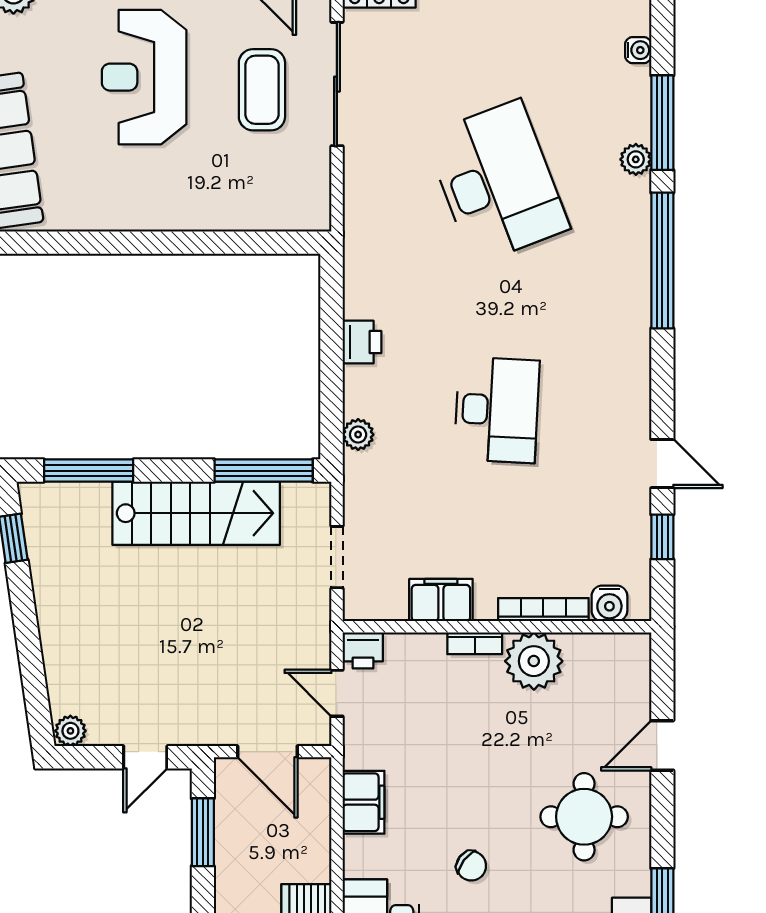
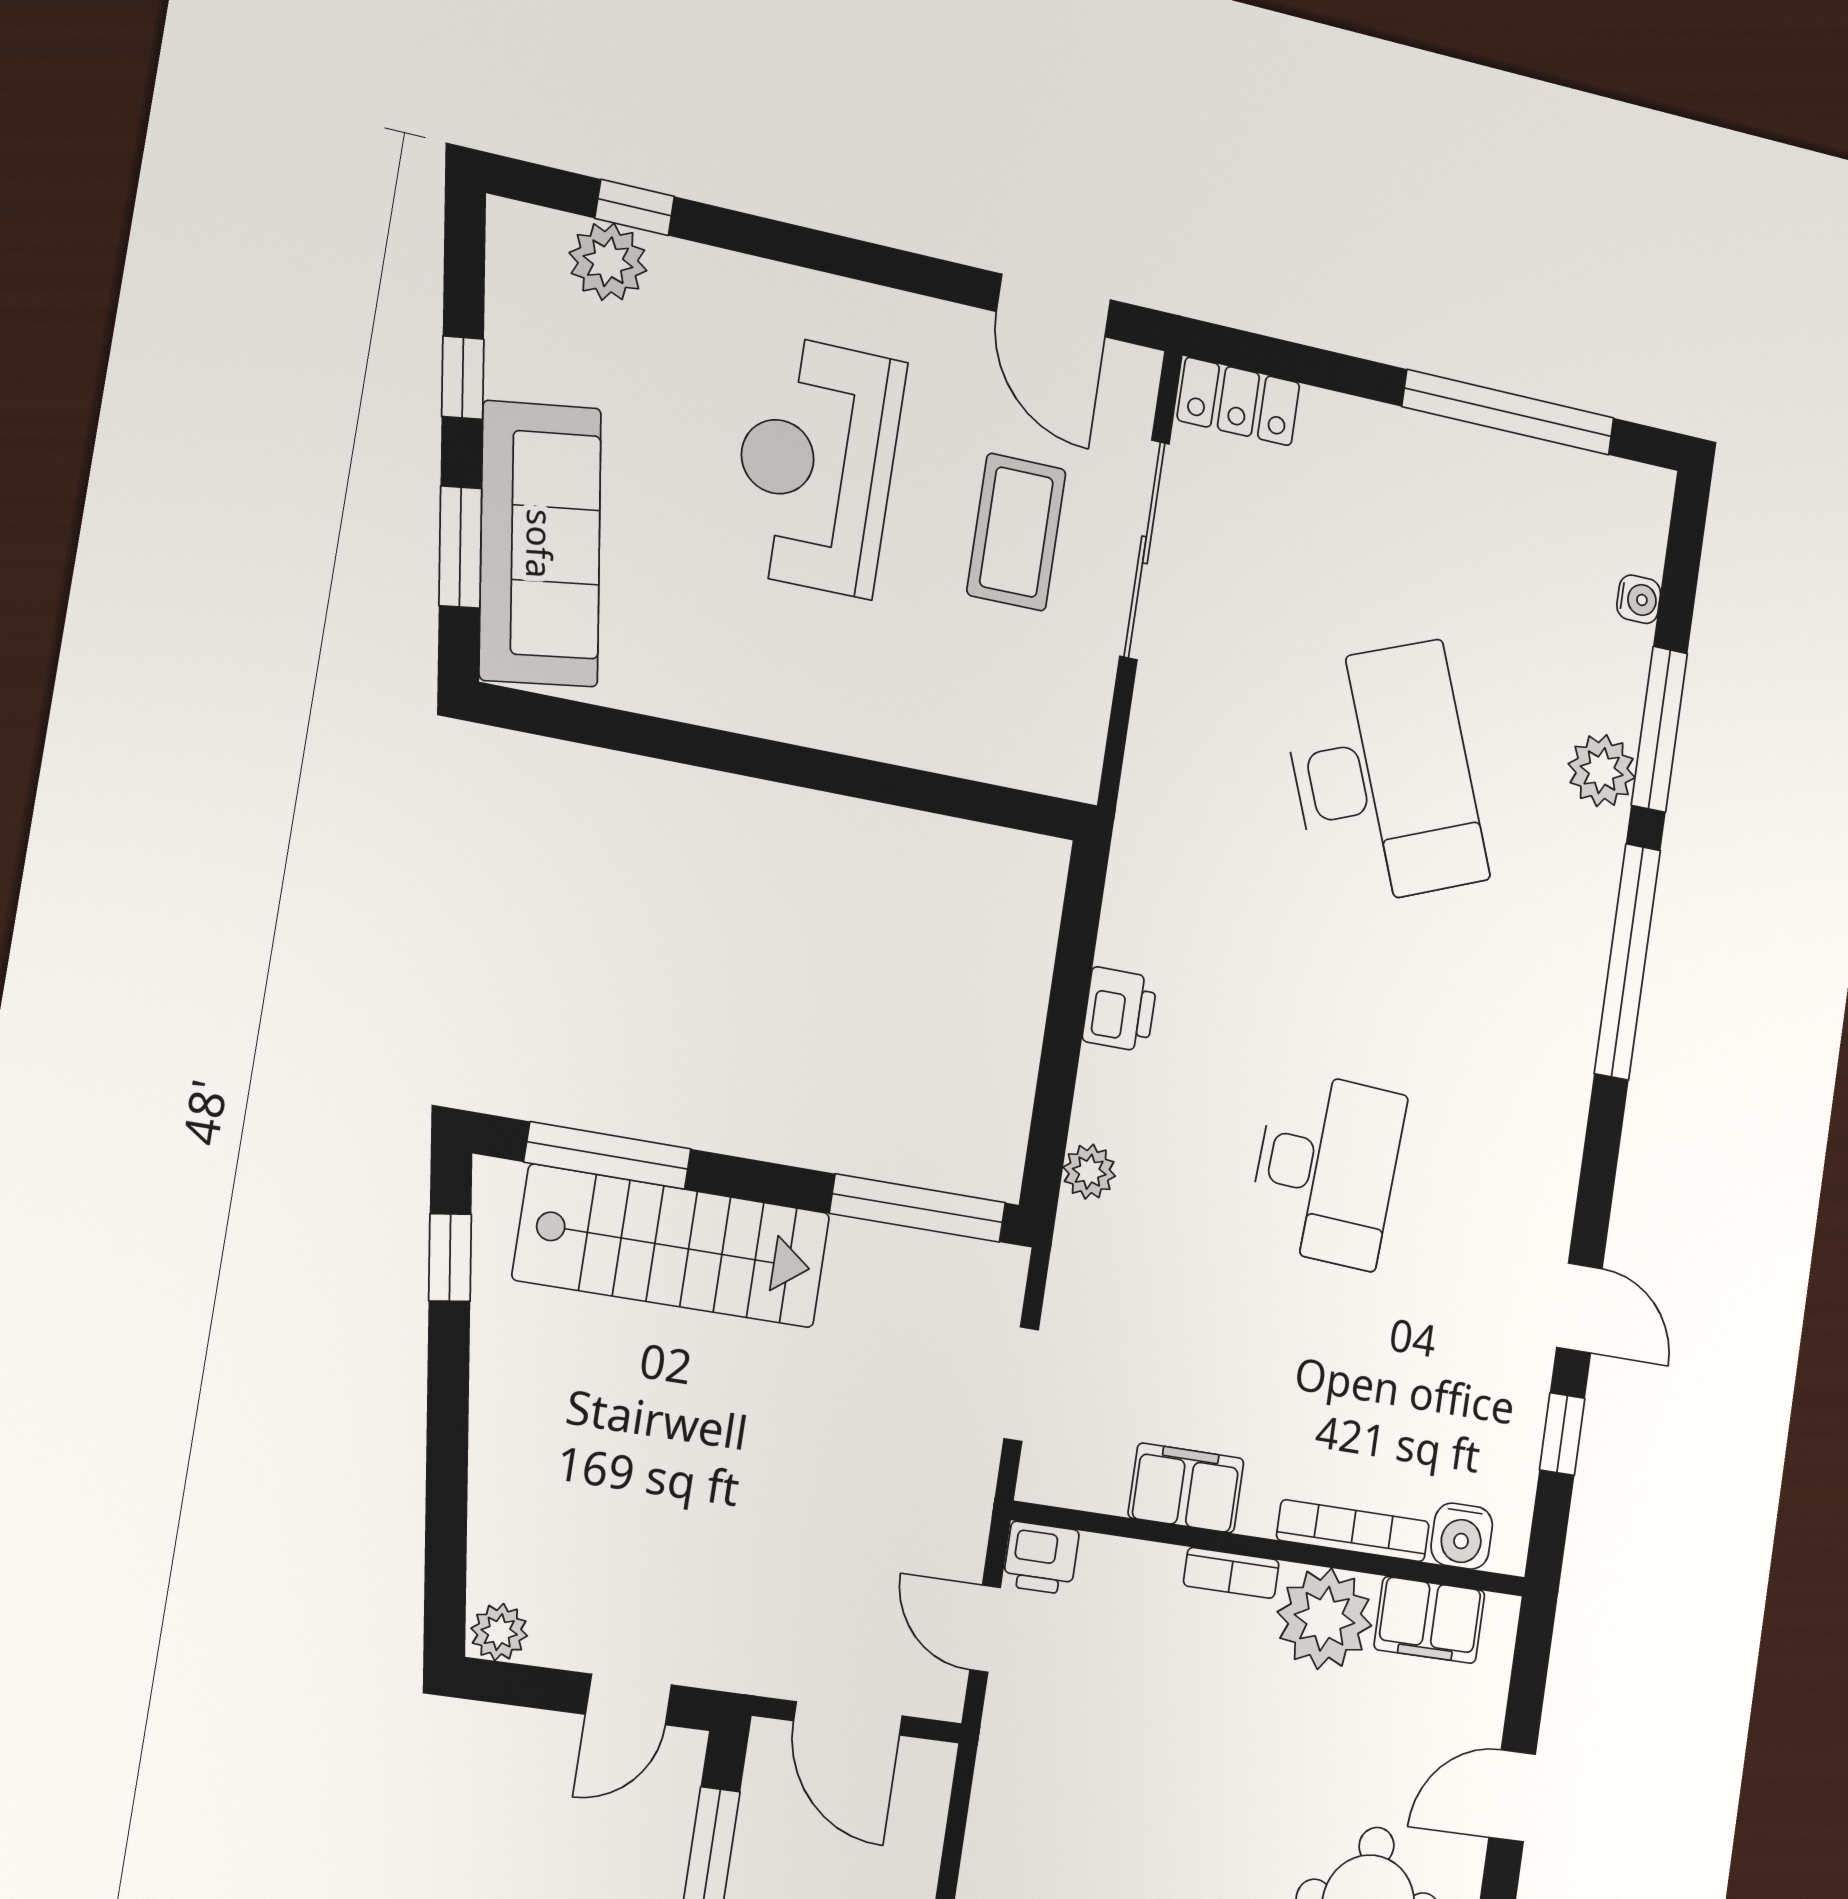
plant: (636, 159) -> (1602, 771), width x1.38, depth x1.38
stairs: (196, 513) -> (672, 1246), moved
filing cabinet: (363, 802) -> (1429, 1620), moved, turned 90

